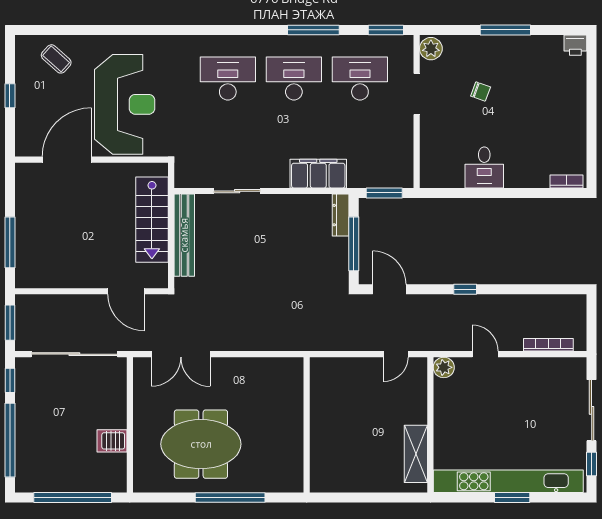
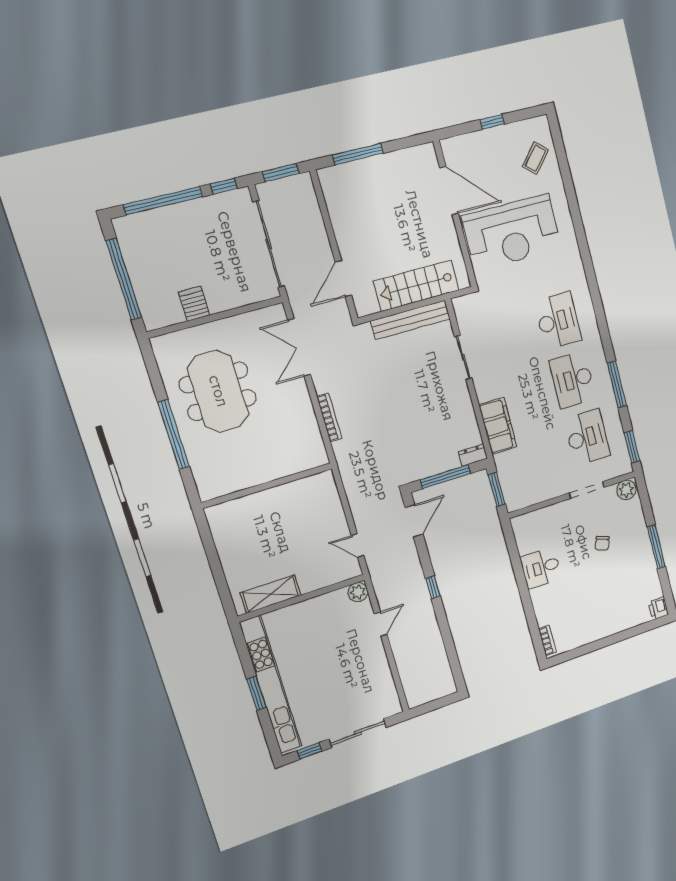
desk: (294, 79) -> (573, 380), turned 180
dresser: (341, 215) -> (473, 455), width x0.70
bookcase: (548, 345) -> (329, 417), moved

